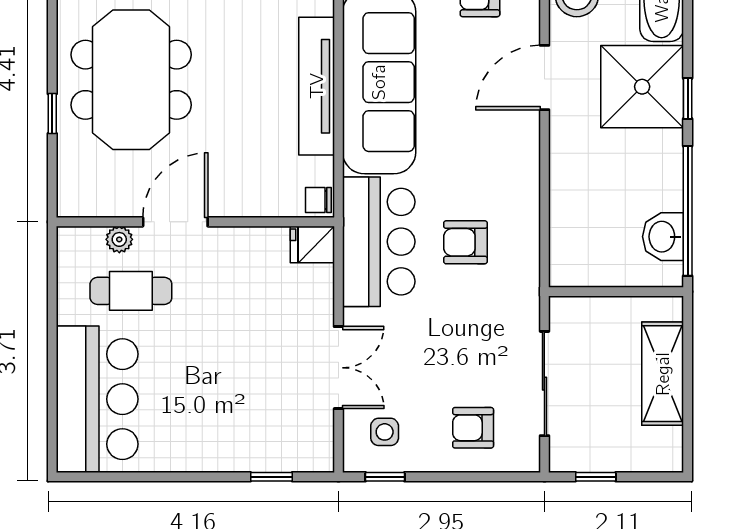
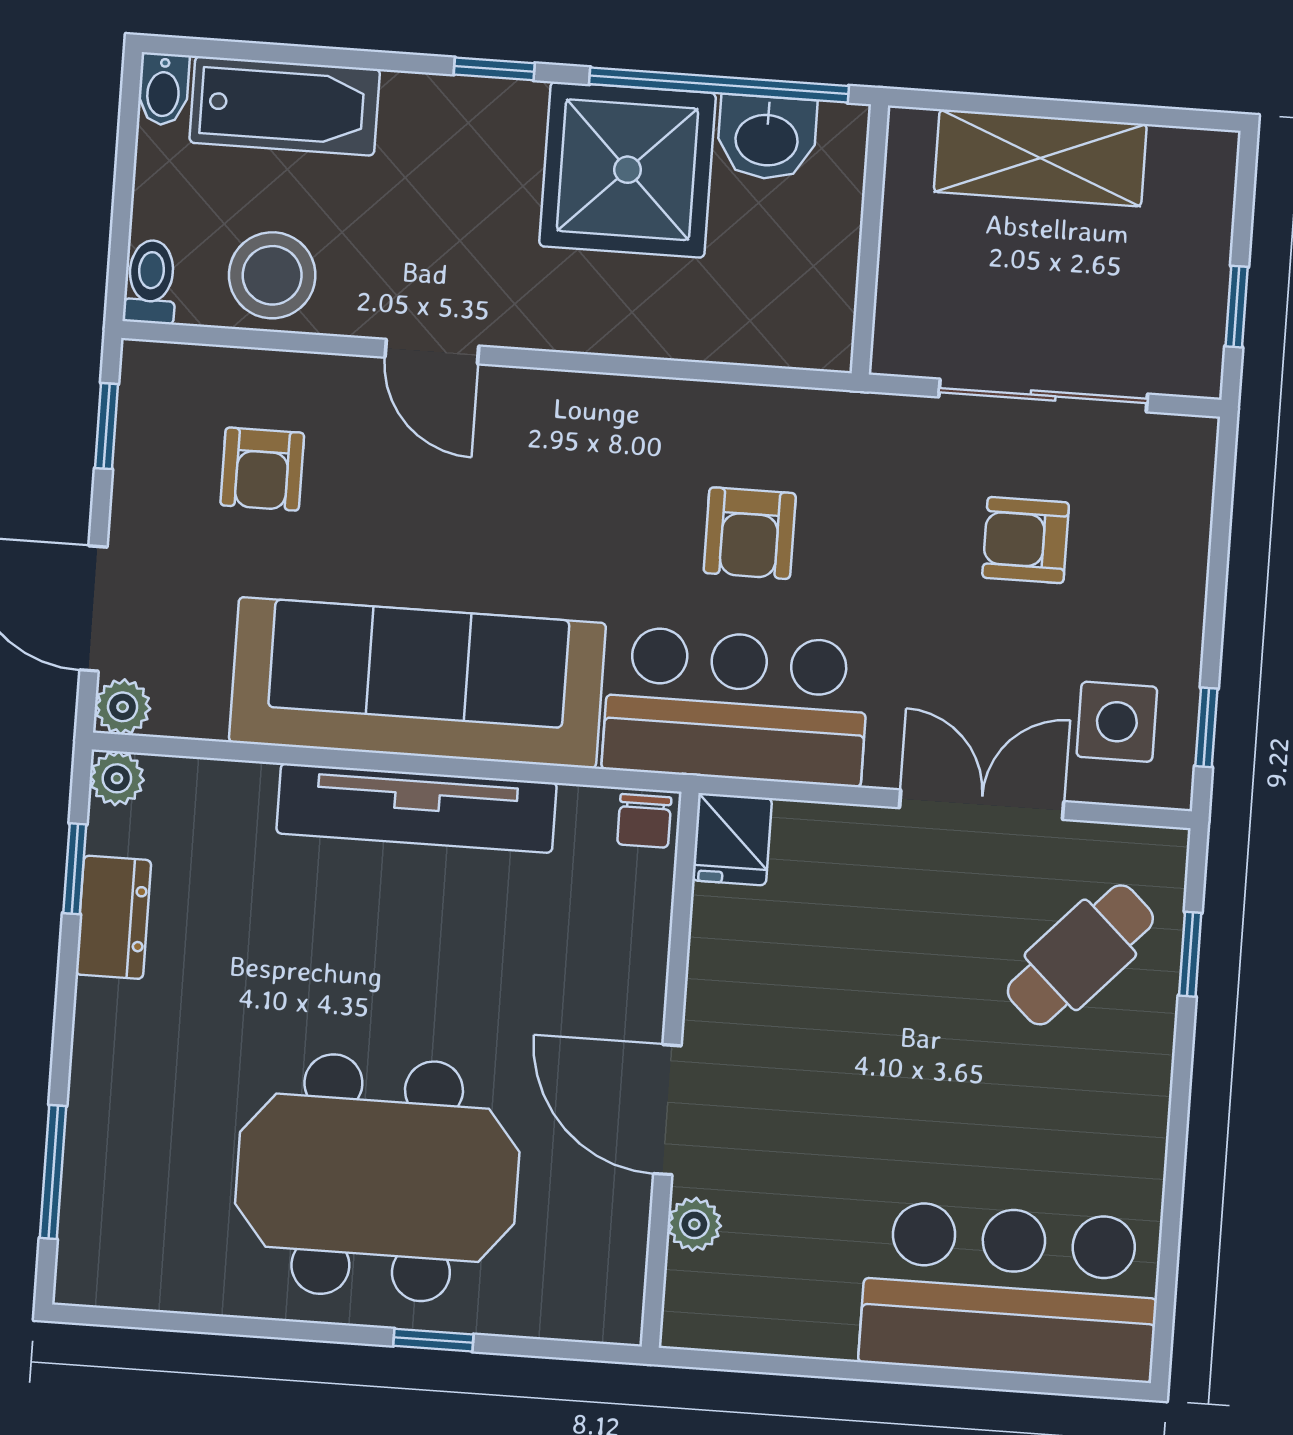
door: (544, 78) -> (432, 352), width x0.73
shower: (642, 87) -> (628, 170), moved
cafe table: (131, 291) -> (1080, 955), moved, turned 43
armchair: (473, 428) -> (1026, 540), moved, turned 90
side table: (385, 432) -> (1117, 722), width x1.37, depth x1.37

